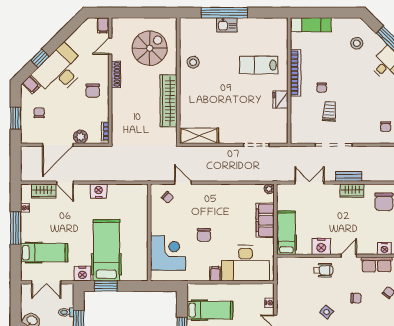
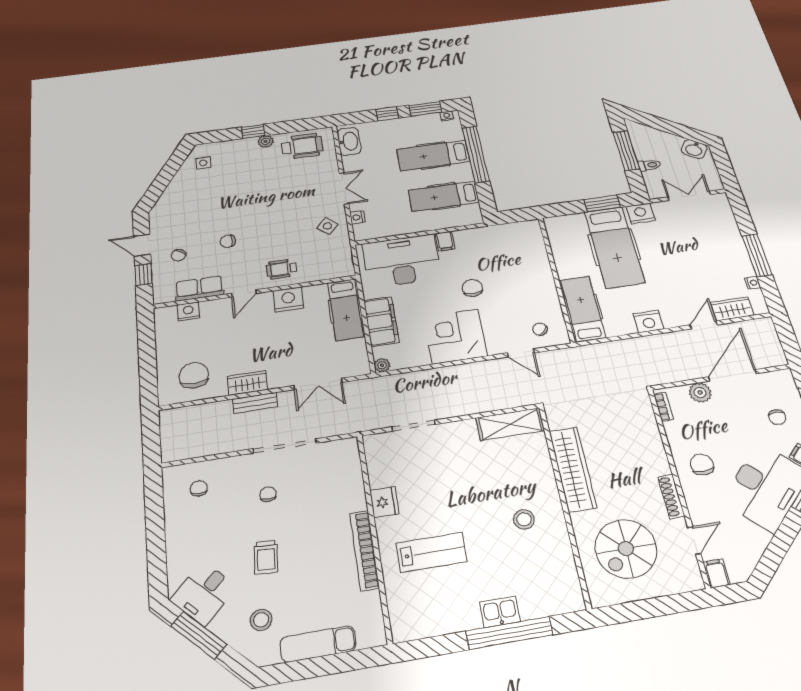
exam couch: (311, 25) -> (318, 644), moved
stool: (193, 62) -> (524, 519), moved
chair: (322, 88) -> (268, 494), moved
trolley: (329, 111) -> (266, 557), moved
door: (65, 183) -> (704, 325), hinge flipped
hospital bed: (44, 253) -> (583, 309), moved, turned 90
corner desk: (168, 253) -> (455, 336), moved, turned 90
side table: (327, 312) -> (327, 226), moved

